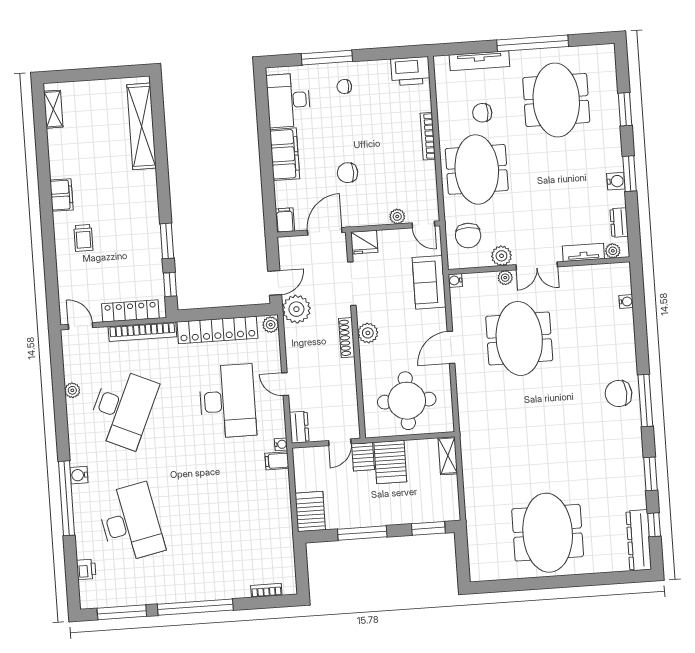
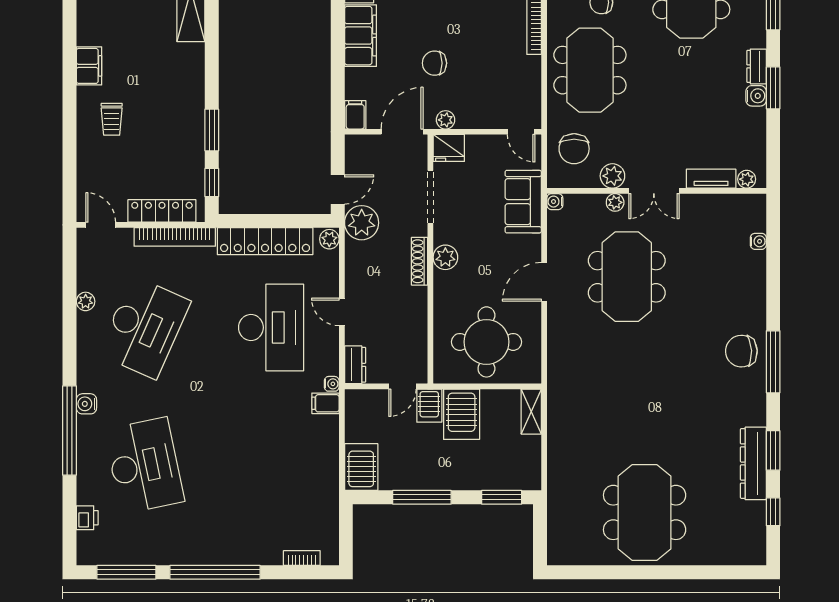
plant: (397, 216) -> (446, 120), moved
dresser: (619, 223) -> (757, 66), moved
dresser: (639, 540) -> (753, 463), moved

